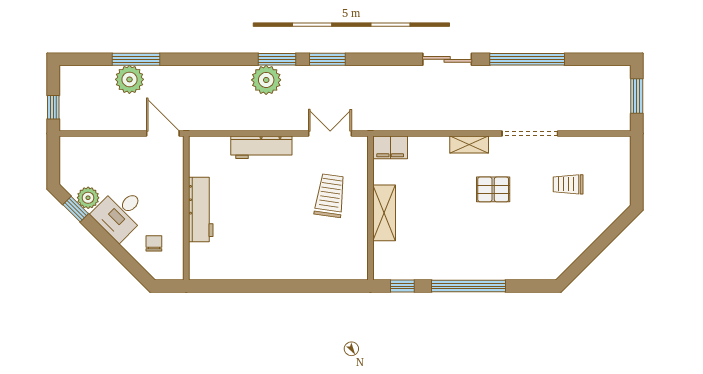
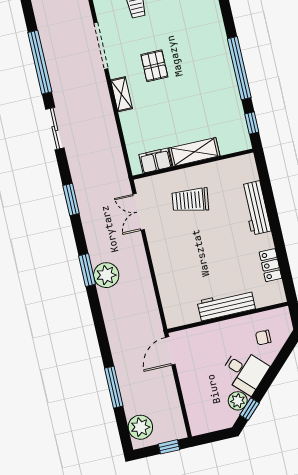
window: (327, 59) -> (71, 199), moved
plant: (129, 79) -> (140, 427), moved
workbench: (261, 147) -> (256, 208), moved, turned 180
filing cabinet: (390, 147) -> (155, 161), moved, turned -90
locker: (235, 271) -> (270, 265), added

